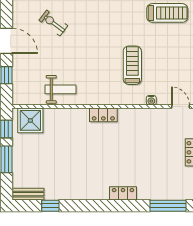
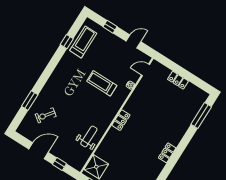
locker: (123, 193) -> (167, 153), moved

